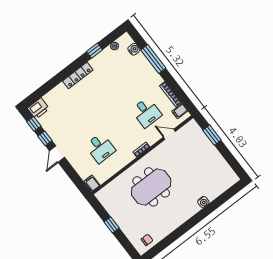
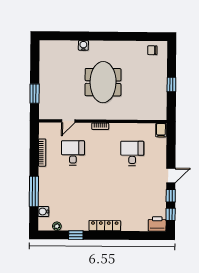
filing cabinet: (180, 111) -> (45, 133), removed
door: (169, 134) -> (68, 121), hinge flipped
meeting table: (151, 187) -> (103, 82), moved, turned 90

